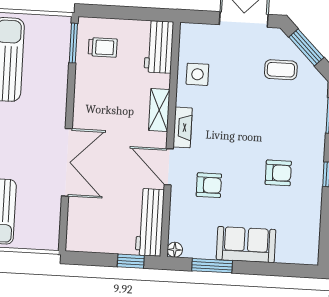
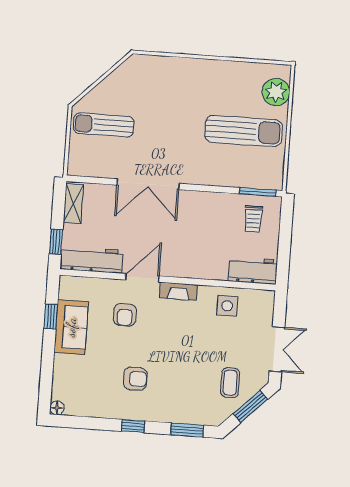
shelving: (159, 110) -> (73, 203), moved, turned 90
armchair: (278, 173) -> (135, 379), turned -90
sofa: (246, 245) -> (71, 327), moved
floor lamp: (175, 250) -> (57, 408), moved
window: (212, 266) -> (51, 316), width x0.67

